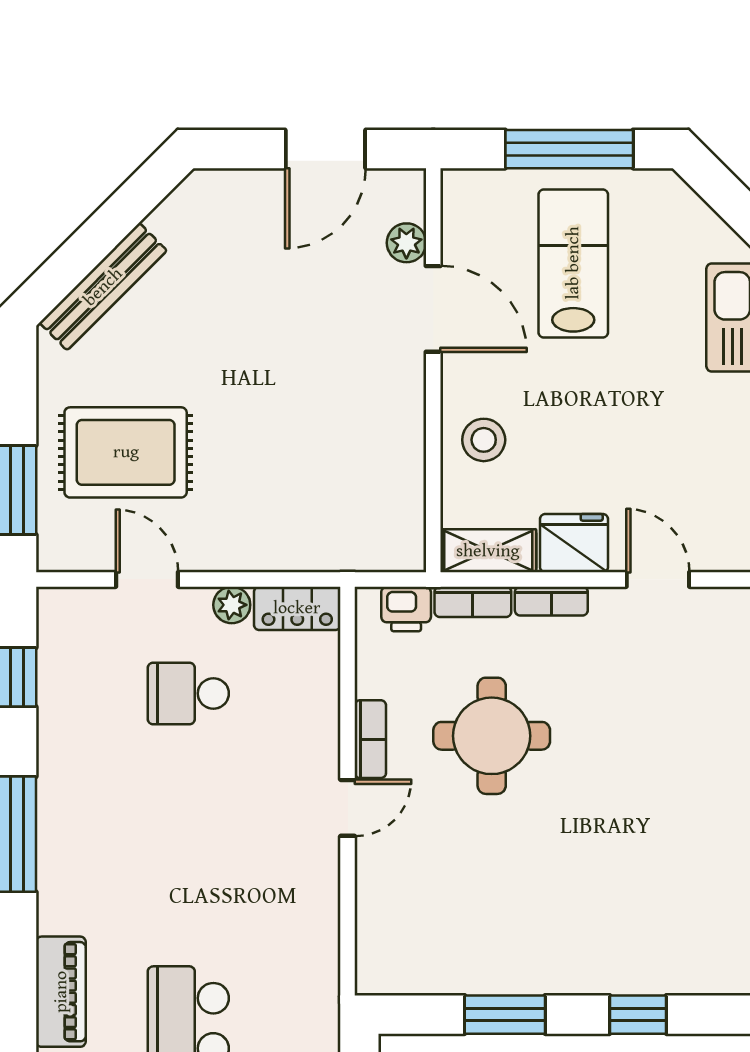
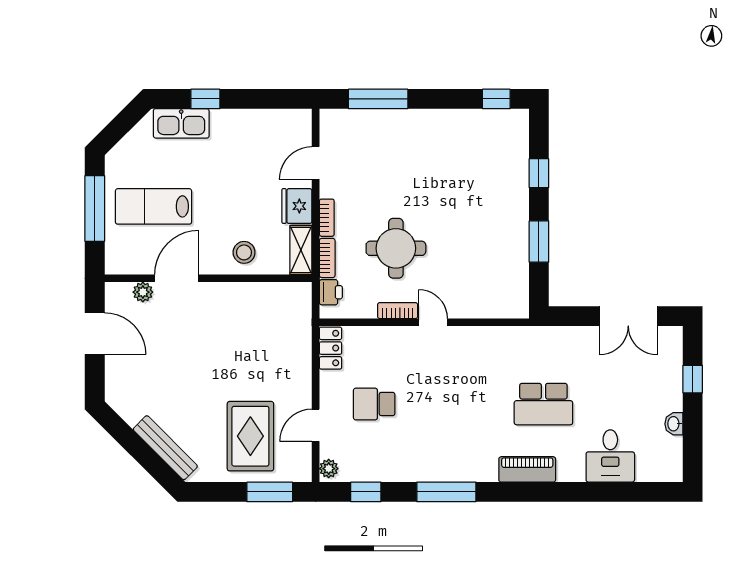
plant: (232, 605) -> (329, 469), moved
school desk: (188, 693) -> (374, 404), turned 90

